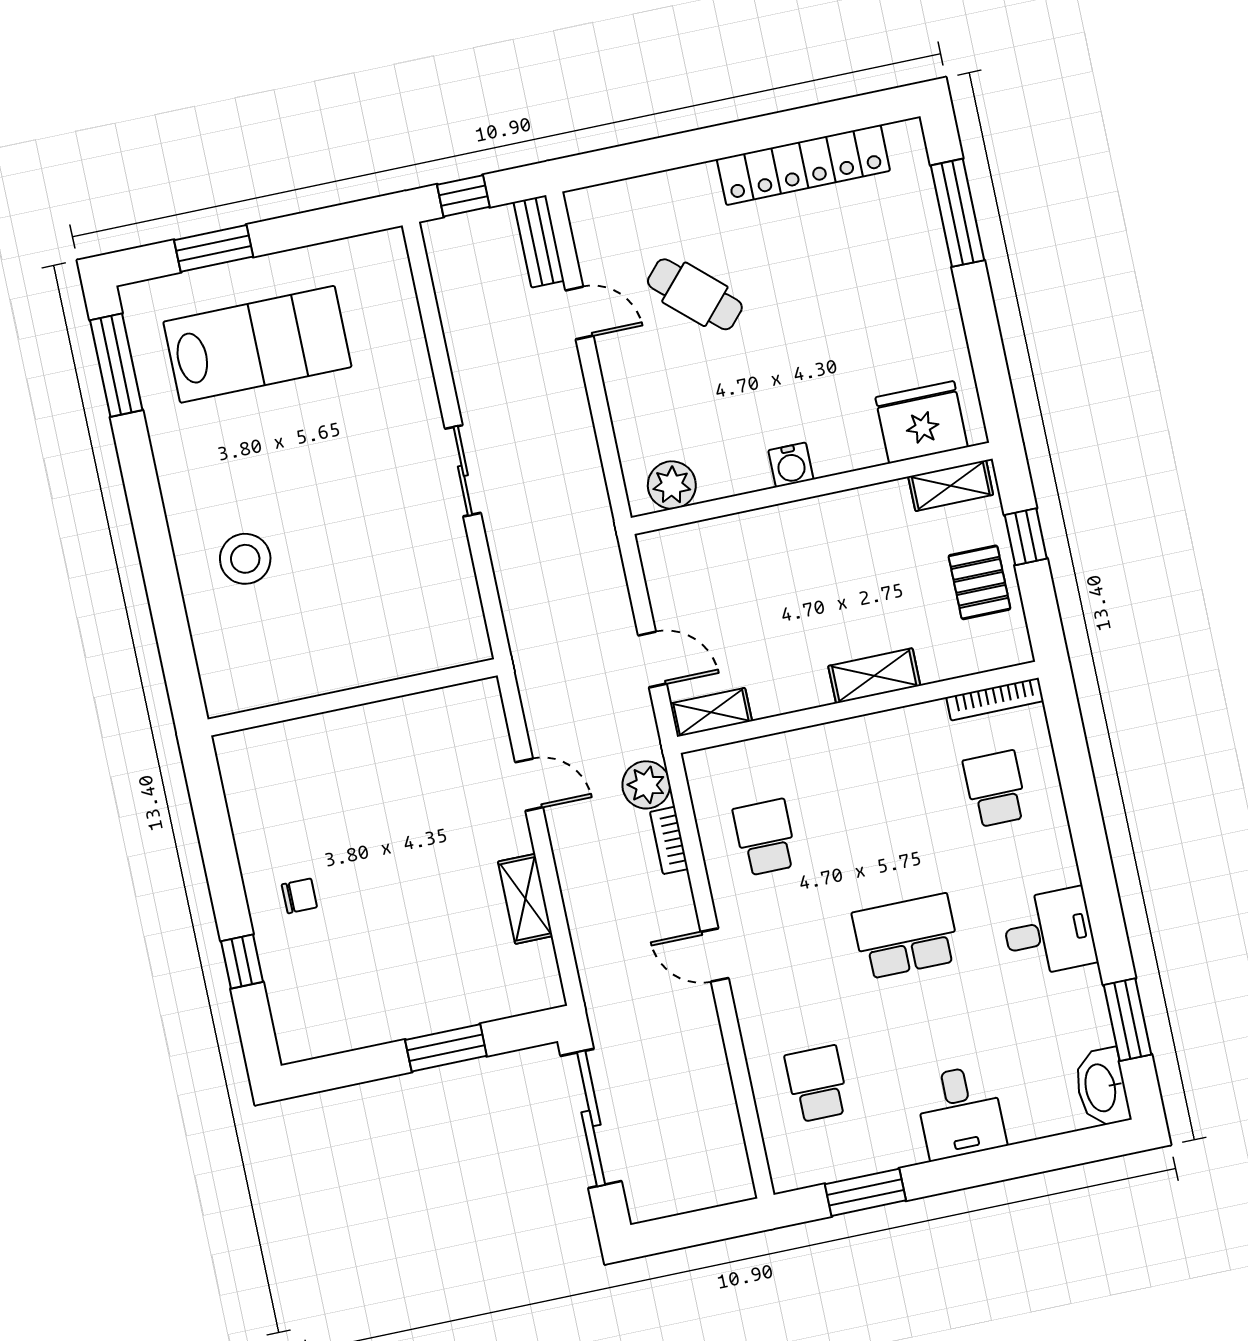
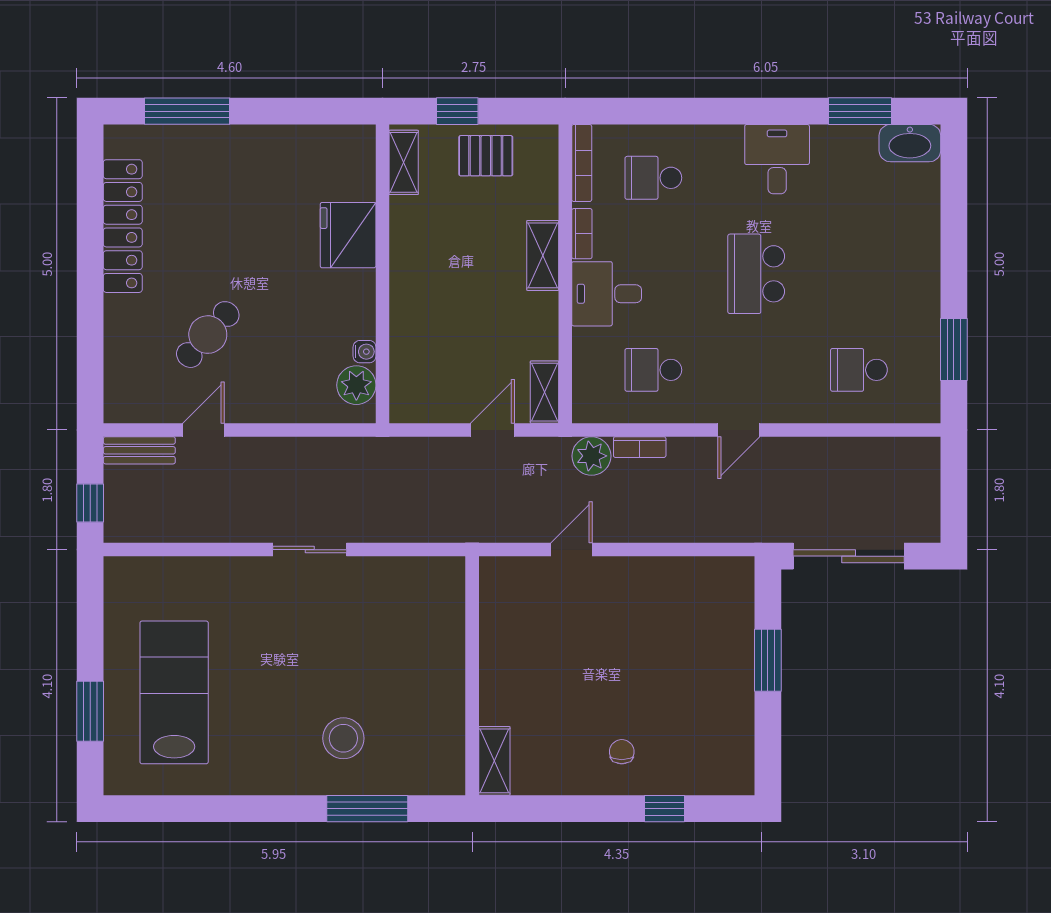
window: (116, 365) -> (367, 809), moved
fridge: (922, 422) -> (348, 235), moved
water cooler: (791, 465) -> (365, 352), moved, width x0.72, depth x0.72
bookcase: (910, 717) -> (582, 234), added
shelving: (525, 899) -> (494, 761), moved, turned 90
desk: (960, 1112) -> (607, 294), moved, turned 180

